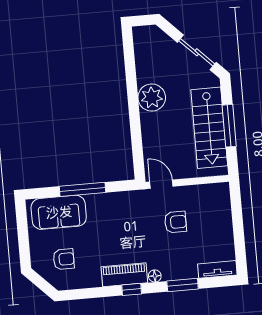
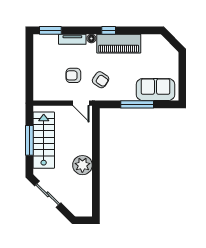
armchair: (64, 259) -> (101, 80), moved, turned -146
tv unit: (217, 269) -> (72, 39), moved
piano: (124, 275) -> (119, 44), width x1.37, depth x1.33
window: (183, 285) -> (50, 30), moved

